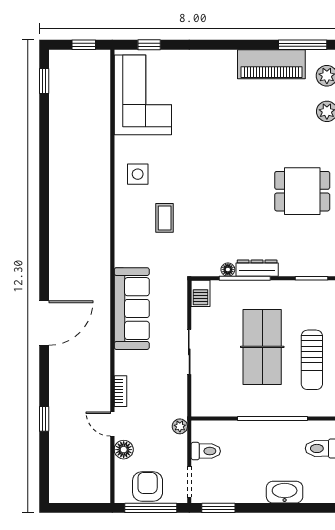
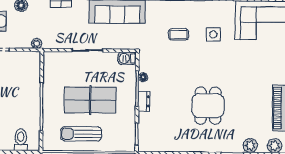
side table: (138, 174) -> (213, 34), moved
dining table: (302, 191) -> (208, 106), moved
dresser: (257, 268) -> (144, 101), width x0.70
toilet: (206, 451) -> (20, 61), removed

